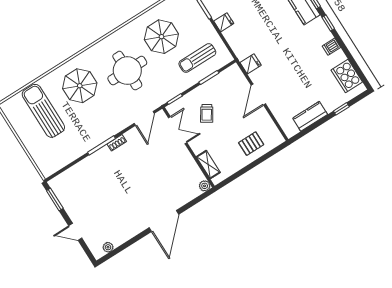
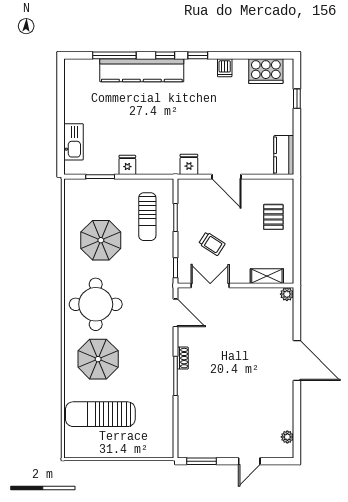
round table: (127, 71) -> (96, 304), moved
kitchen counter: (310, 116) -> (284, 155), moved

